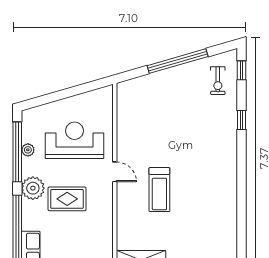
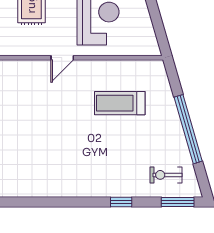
window: (242, 70) -> (178, 202), width x1.50
treadmill: (159, 190) -> (120, 103), moved

